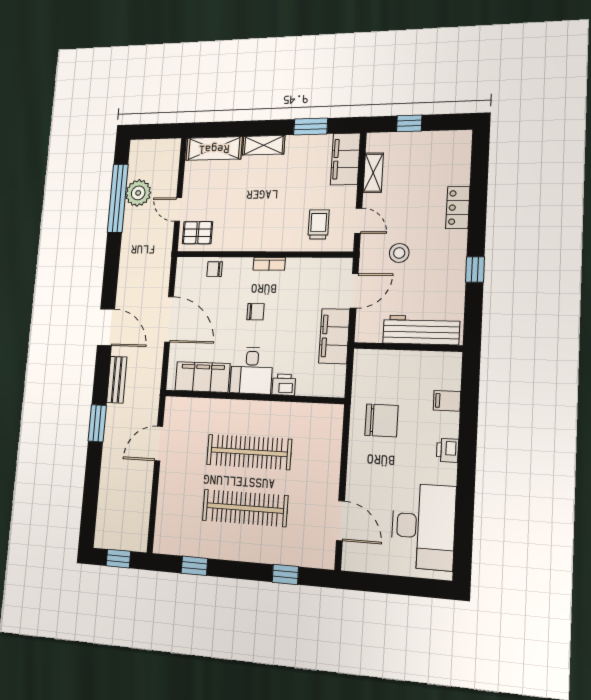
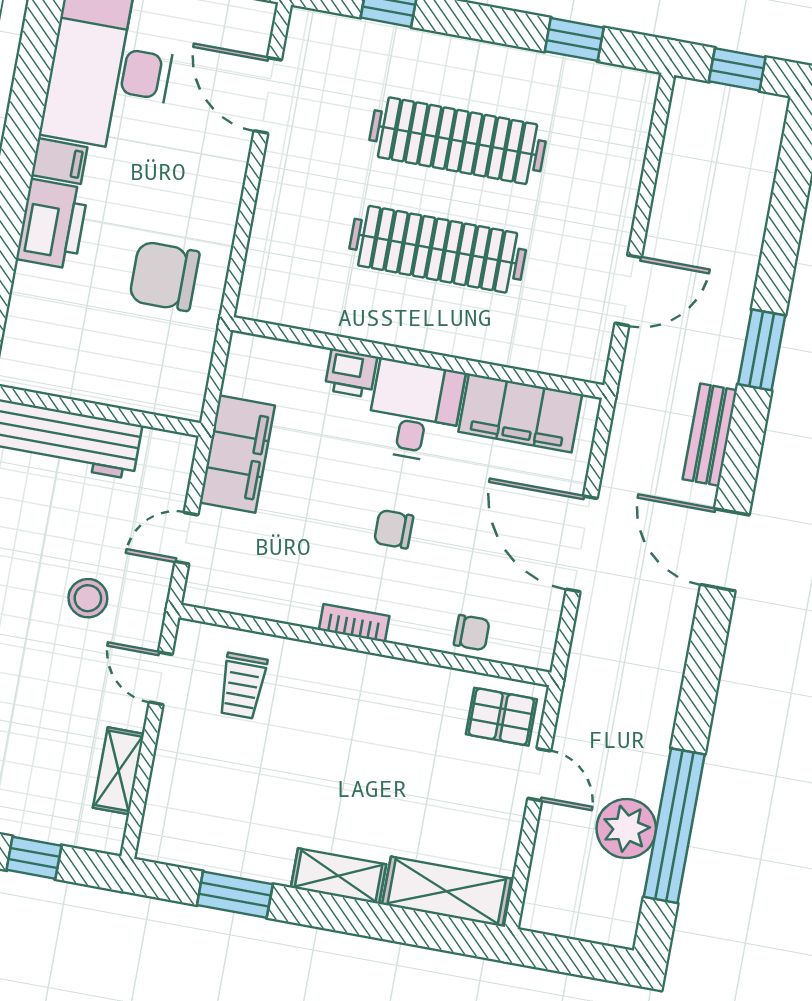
filing cabinet: (345, 159) -> (171, 811), removed
door: (354, 291) -> (186, 538), width x0.73
filing cabinet: (447, 401) -> (59, 161), moved
printer: (447, 450) -> (52, 224), width x1.87, depth x1.48

